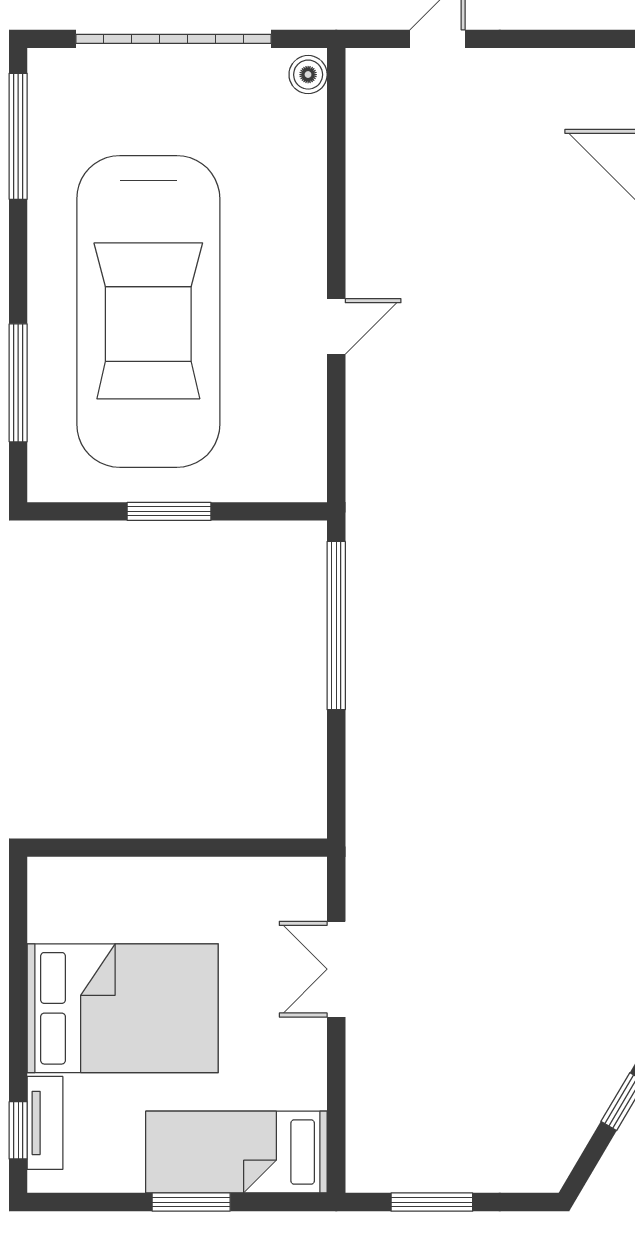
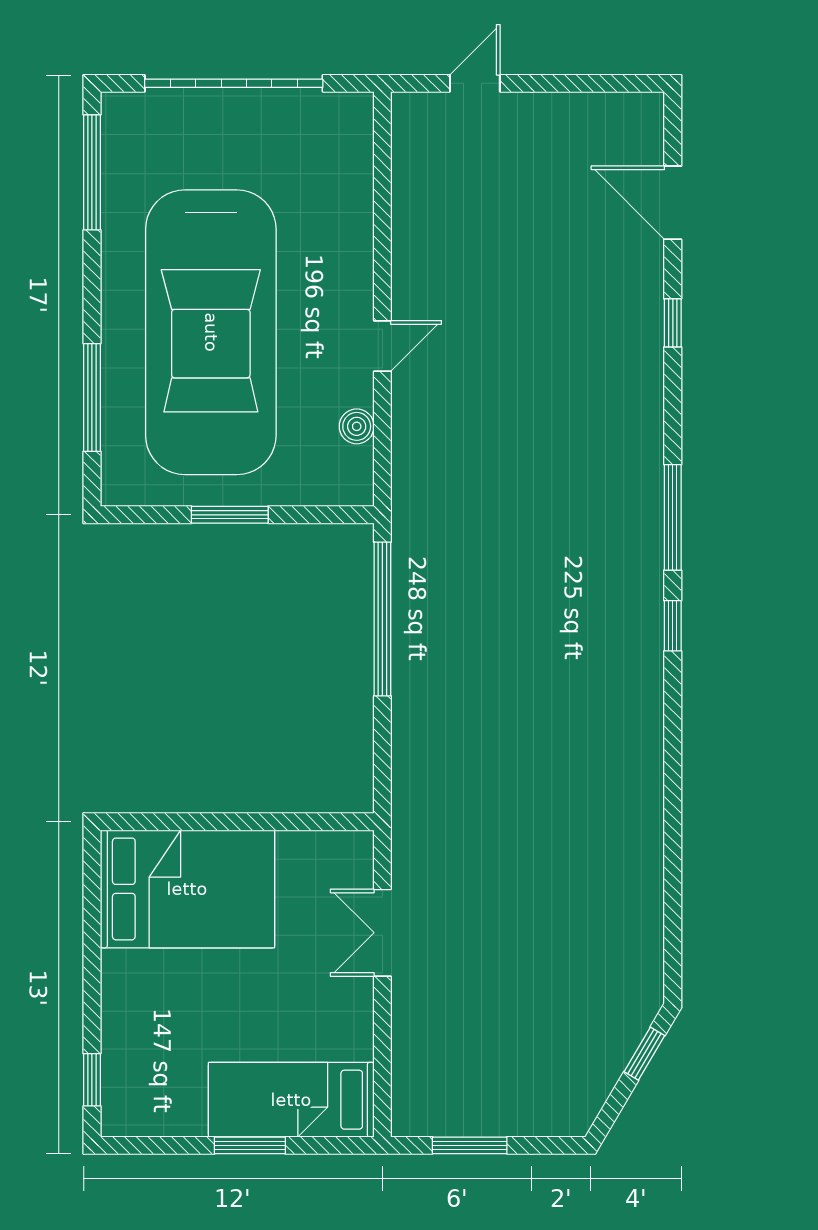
boiler: (308, 75) -> (357, 426), moved
bed: (123, 1008) -> (187, 889), moved
tv unit: (45, 1123) -> (116, 1073), removed

